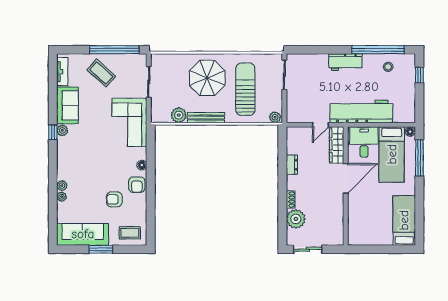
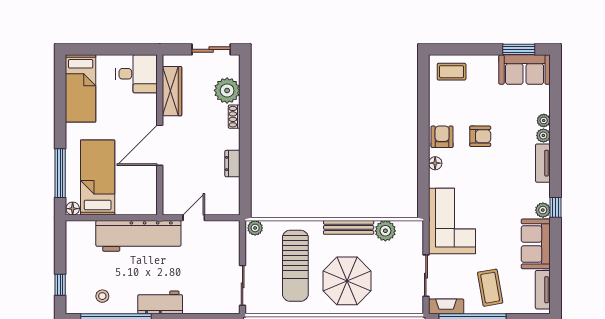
fireplace: (134, 59) -> (446, 306), added
coffee table: (101, 73) -> (490, 288), turned 38
desk: (364, 142) -> (136, 74), moved, turned -90
wardrobe: (337, 145) -> (172, 91), moved
tv unit: (62, 165) -> (543, 163), added
armchair: (114, 199) -> (480, 136), moved
sofa: (83, 234) -> (525, 70), width x0.73
window: (101, 249) -> (519, 49), moved

